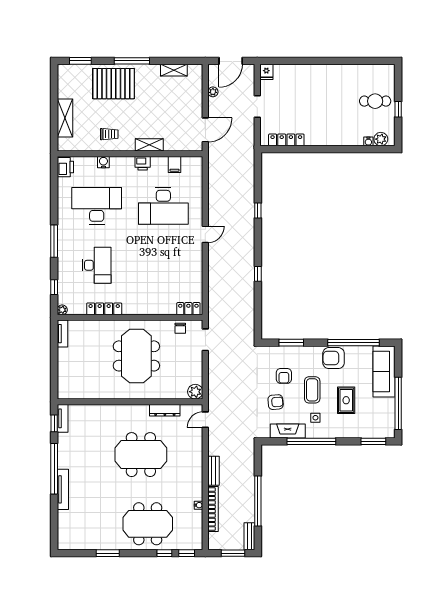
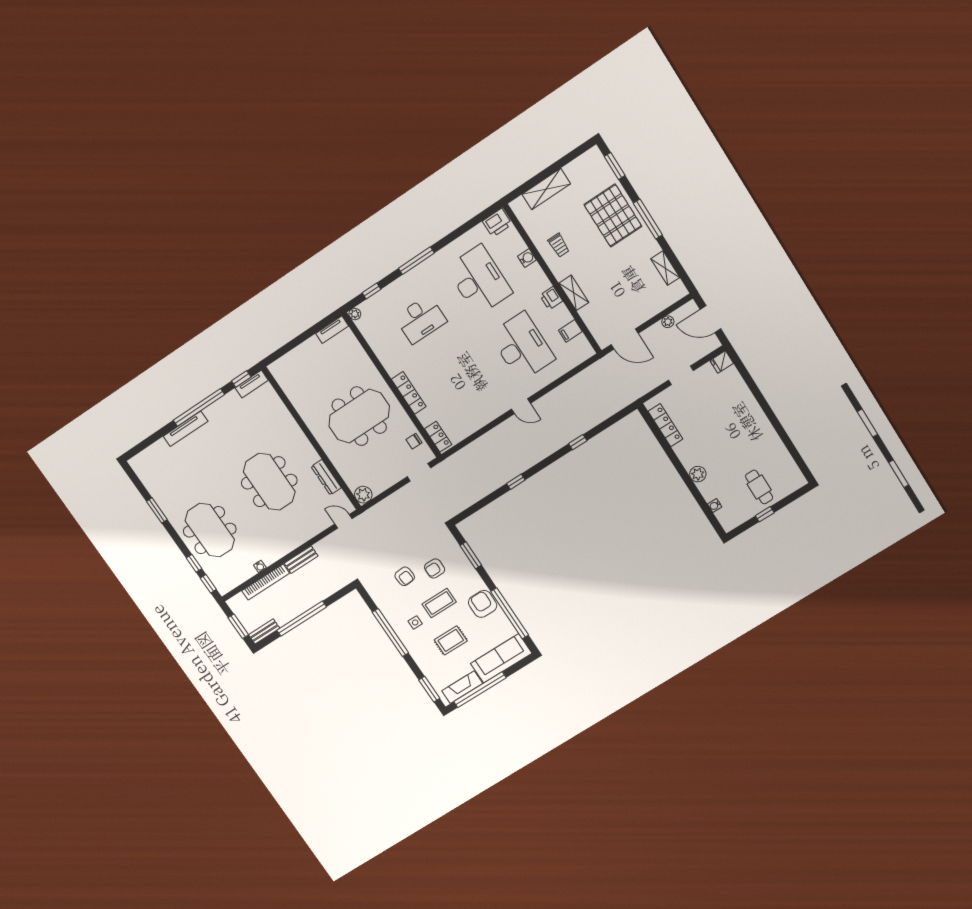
plant: (381, 139) -> (698, 474), moved
desk: (163, 206) -> (522, 347), turned 180
locker: (104, 309) -> (409, 393), moved
fireplace: (288, 431) -> (462, 687), moved, turned -90

